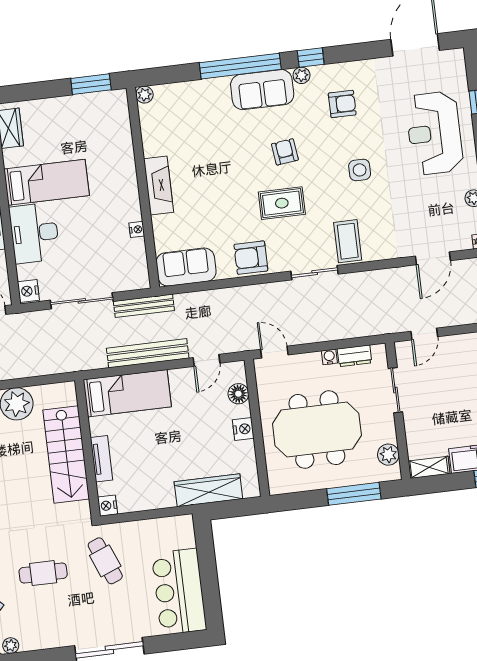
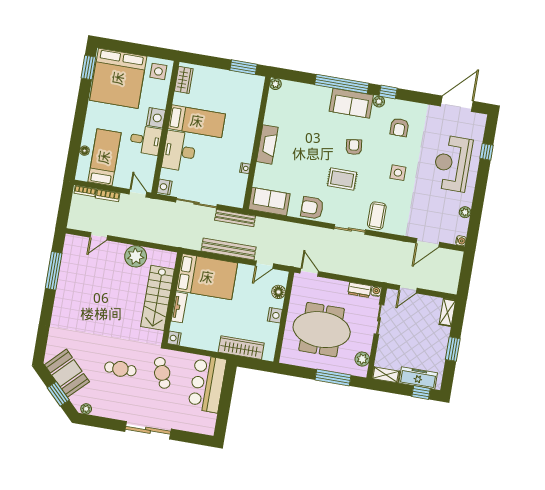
armchair: (342, 104) -> (399, 127), turned 90
water cooler: (329, 357) -> (376, 291), moved
bed: (127, 393) -> (207, 277), width x1.50
bar counter: (179, 592) -> (207, 384), moved

